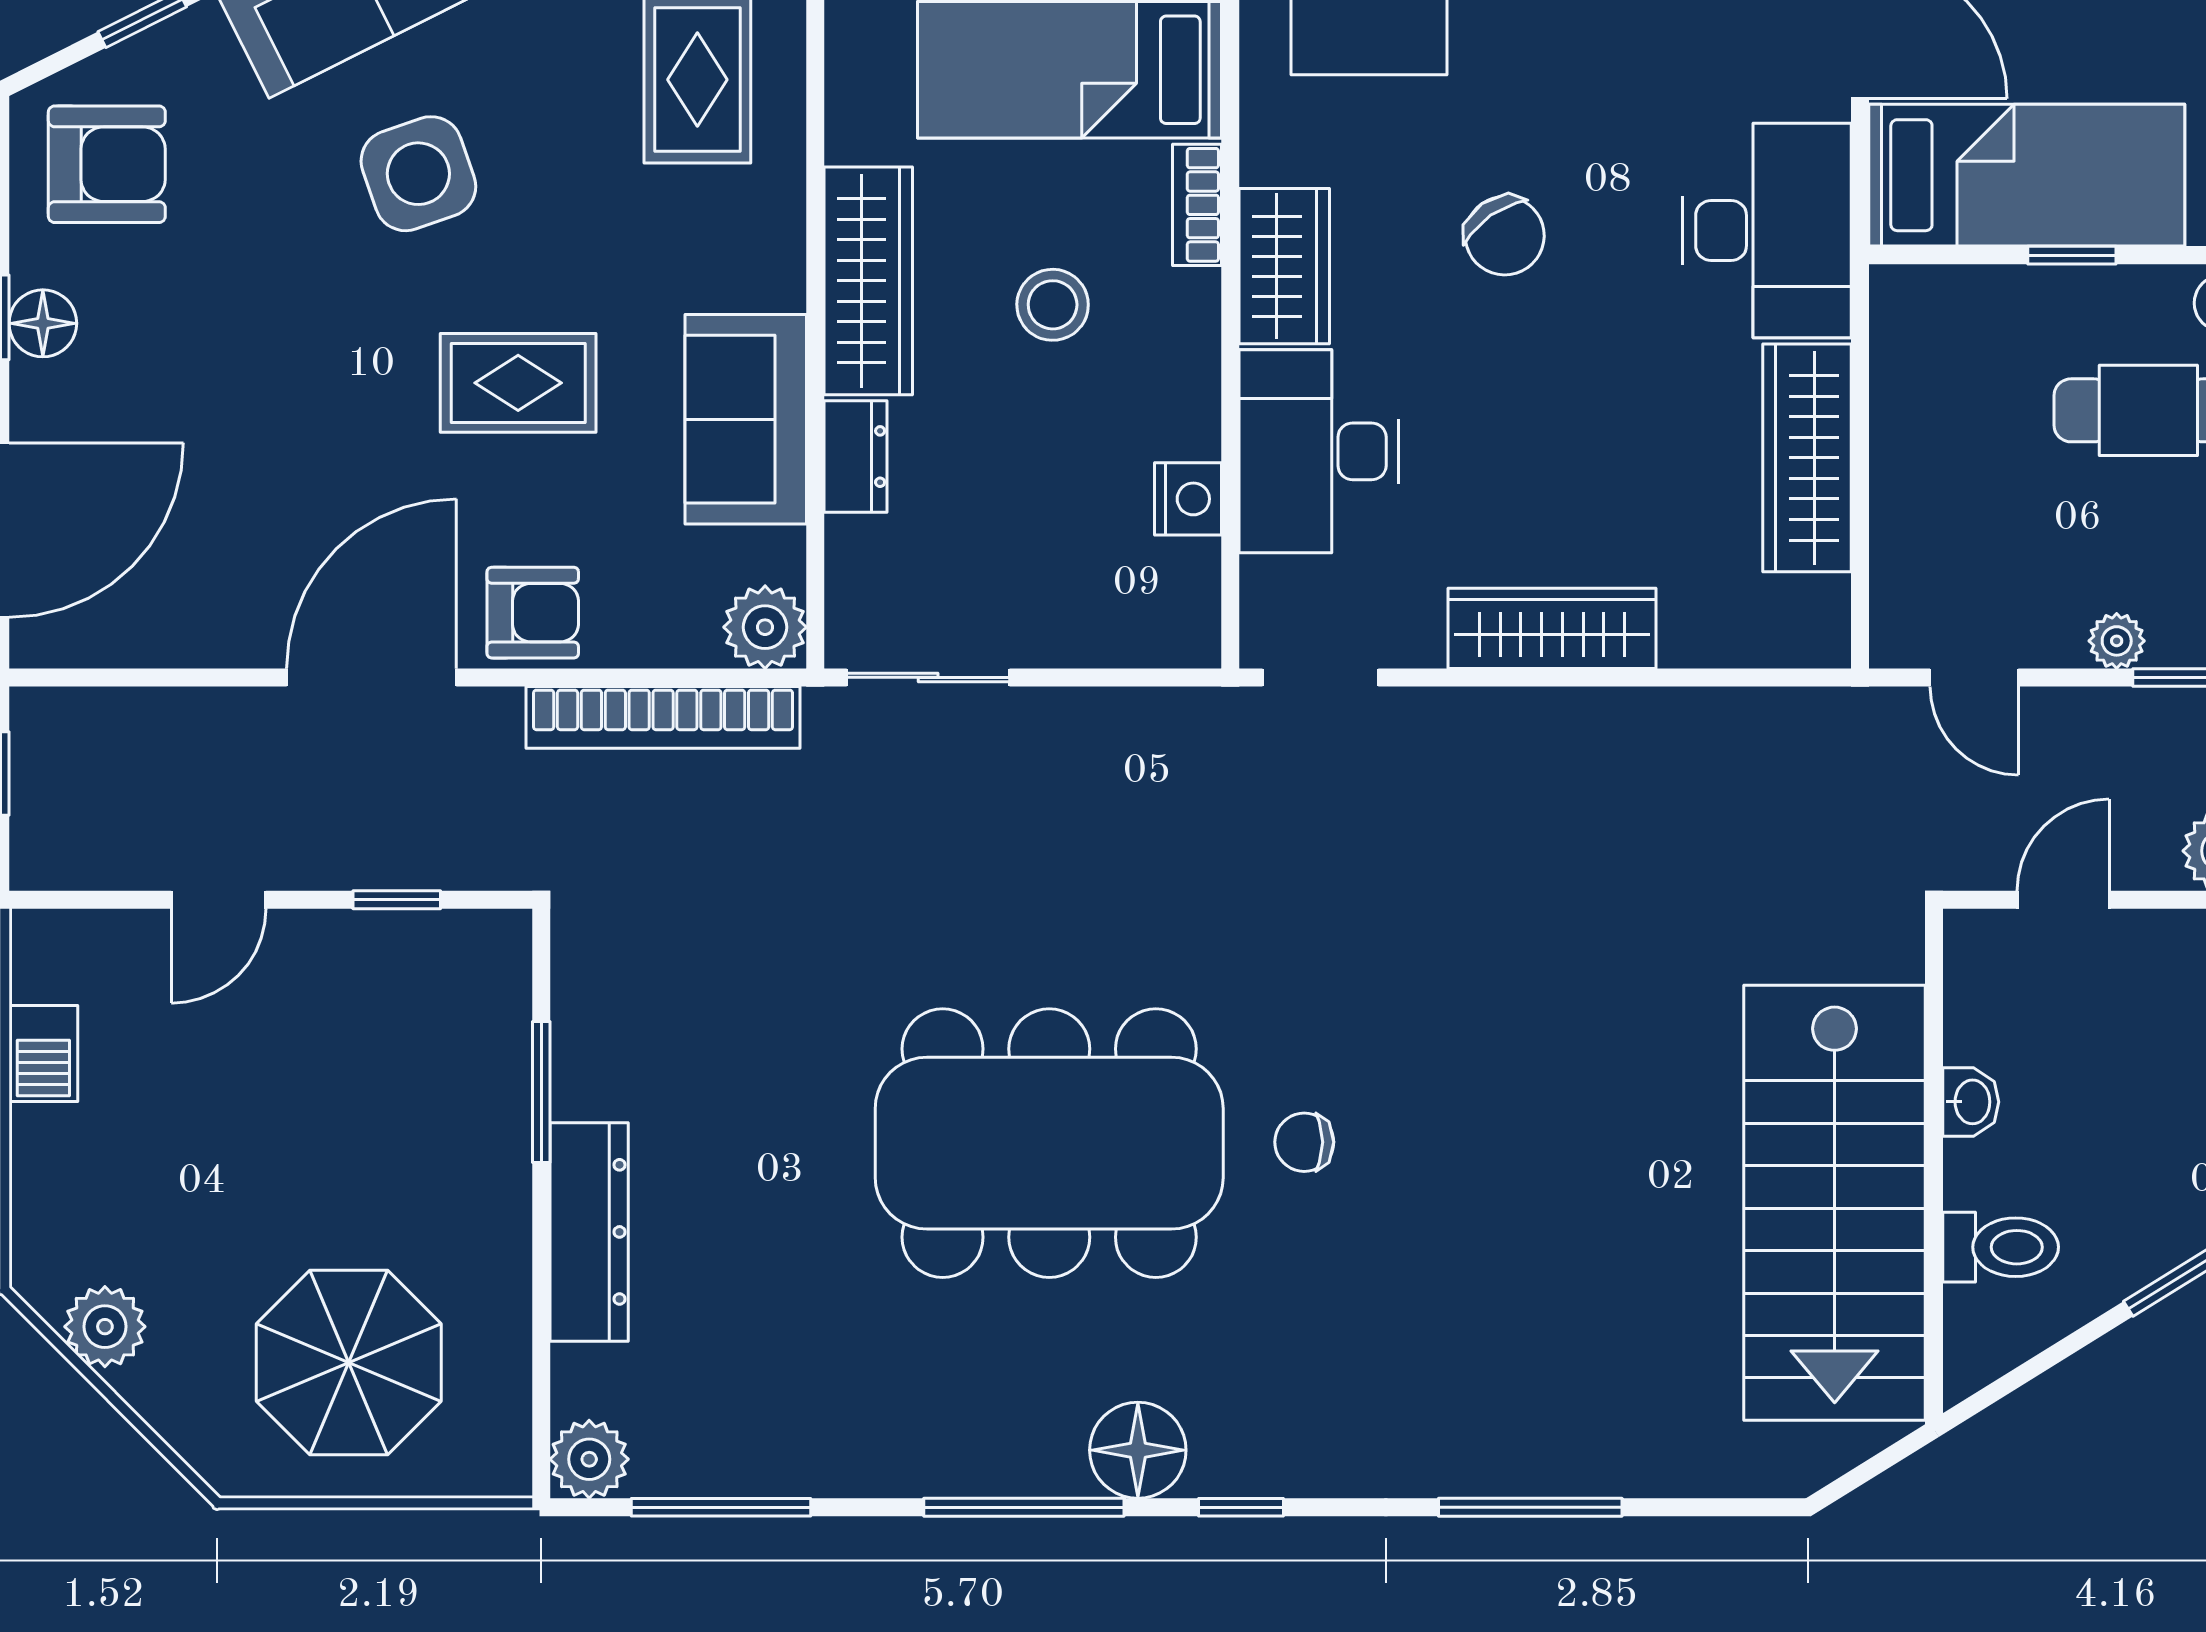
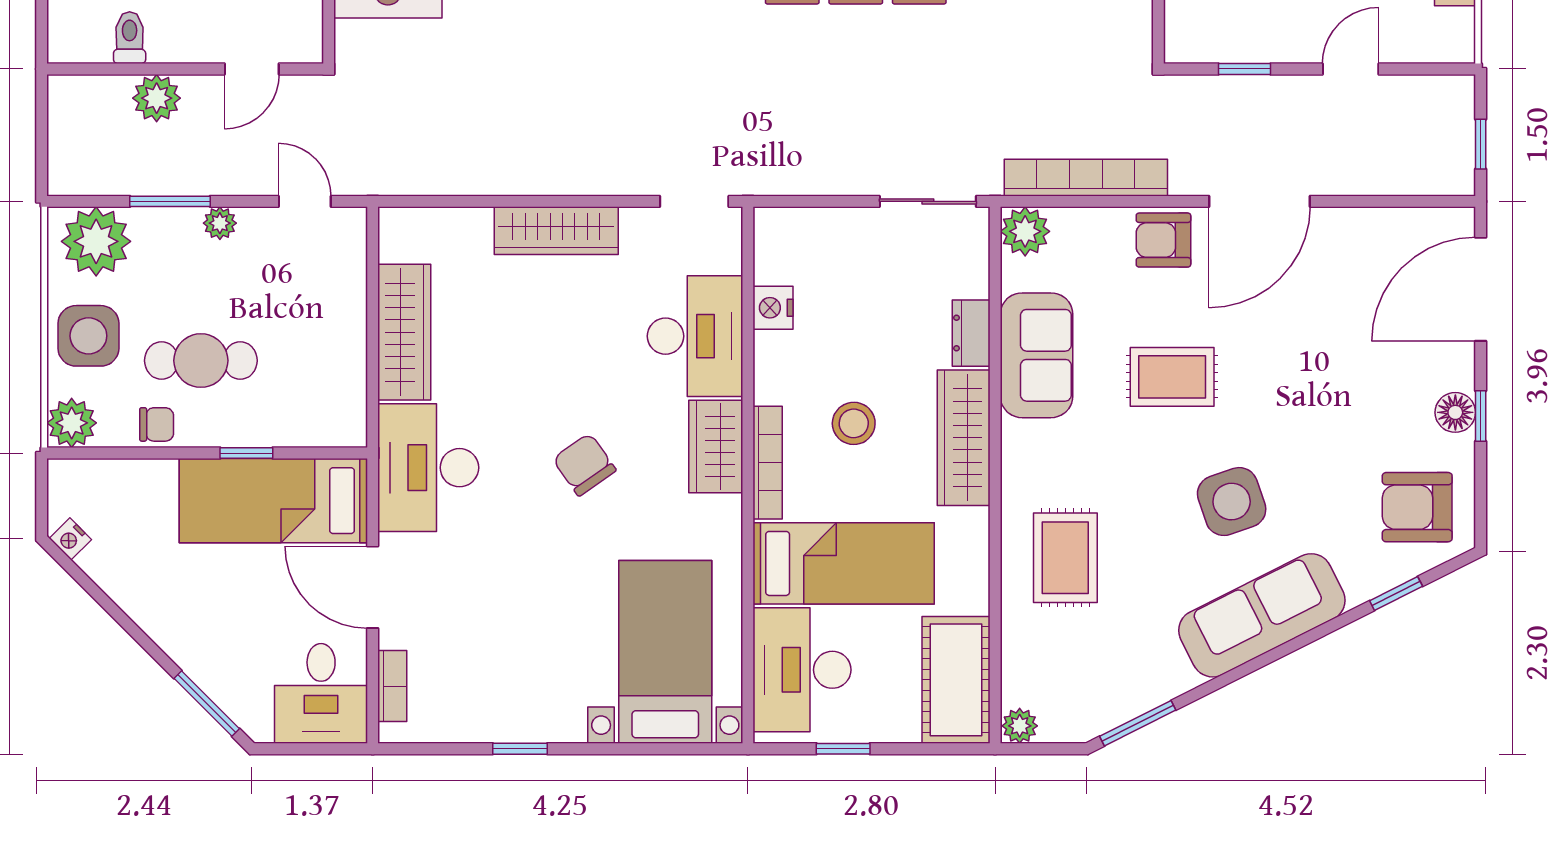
bookcase: (1197, 205) -> (768, 463), width x1.56

